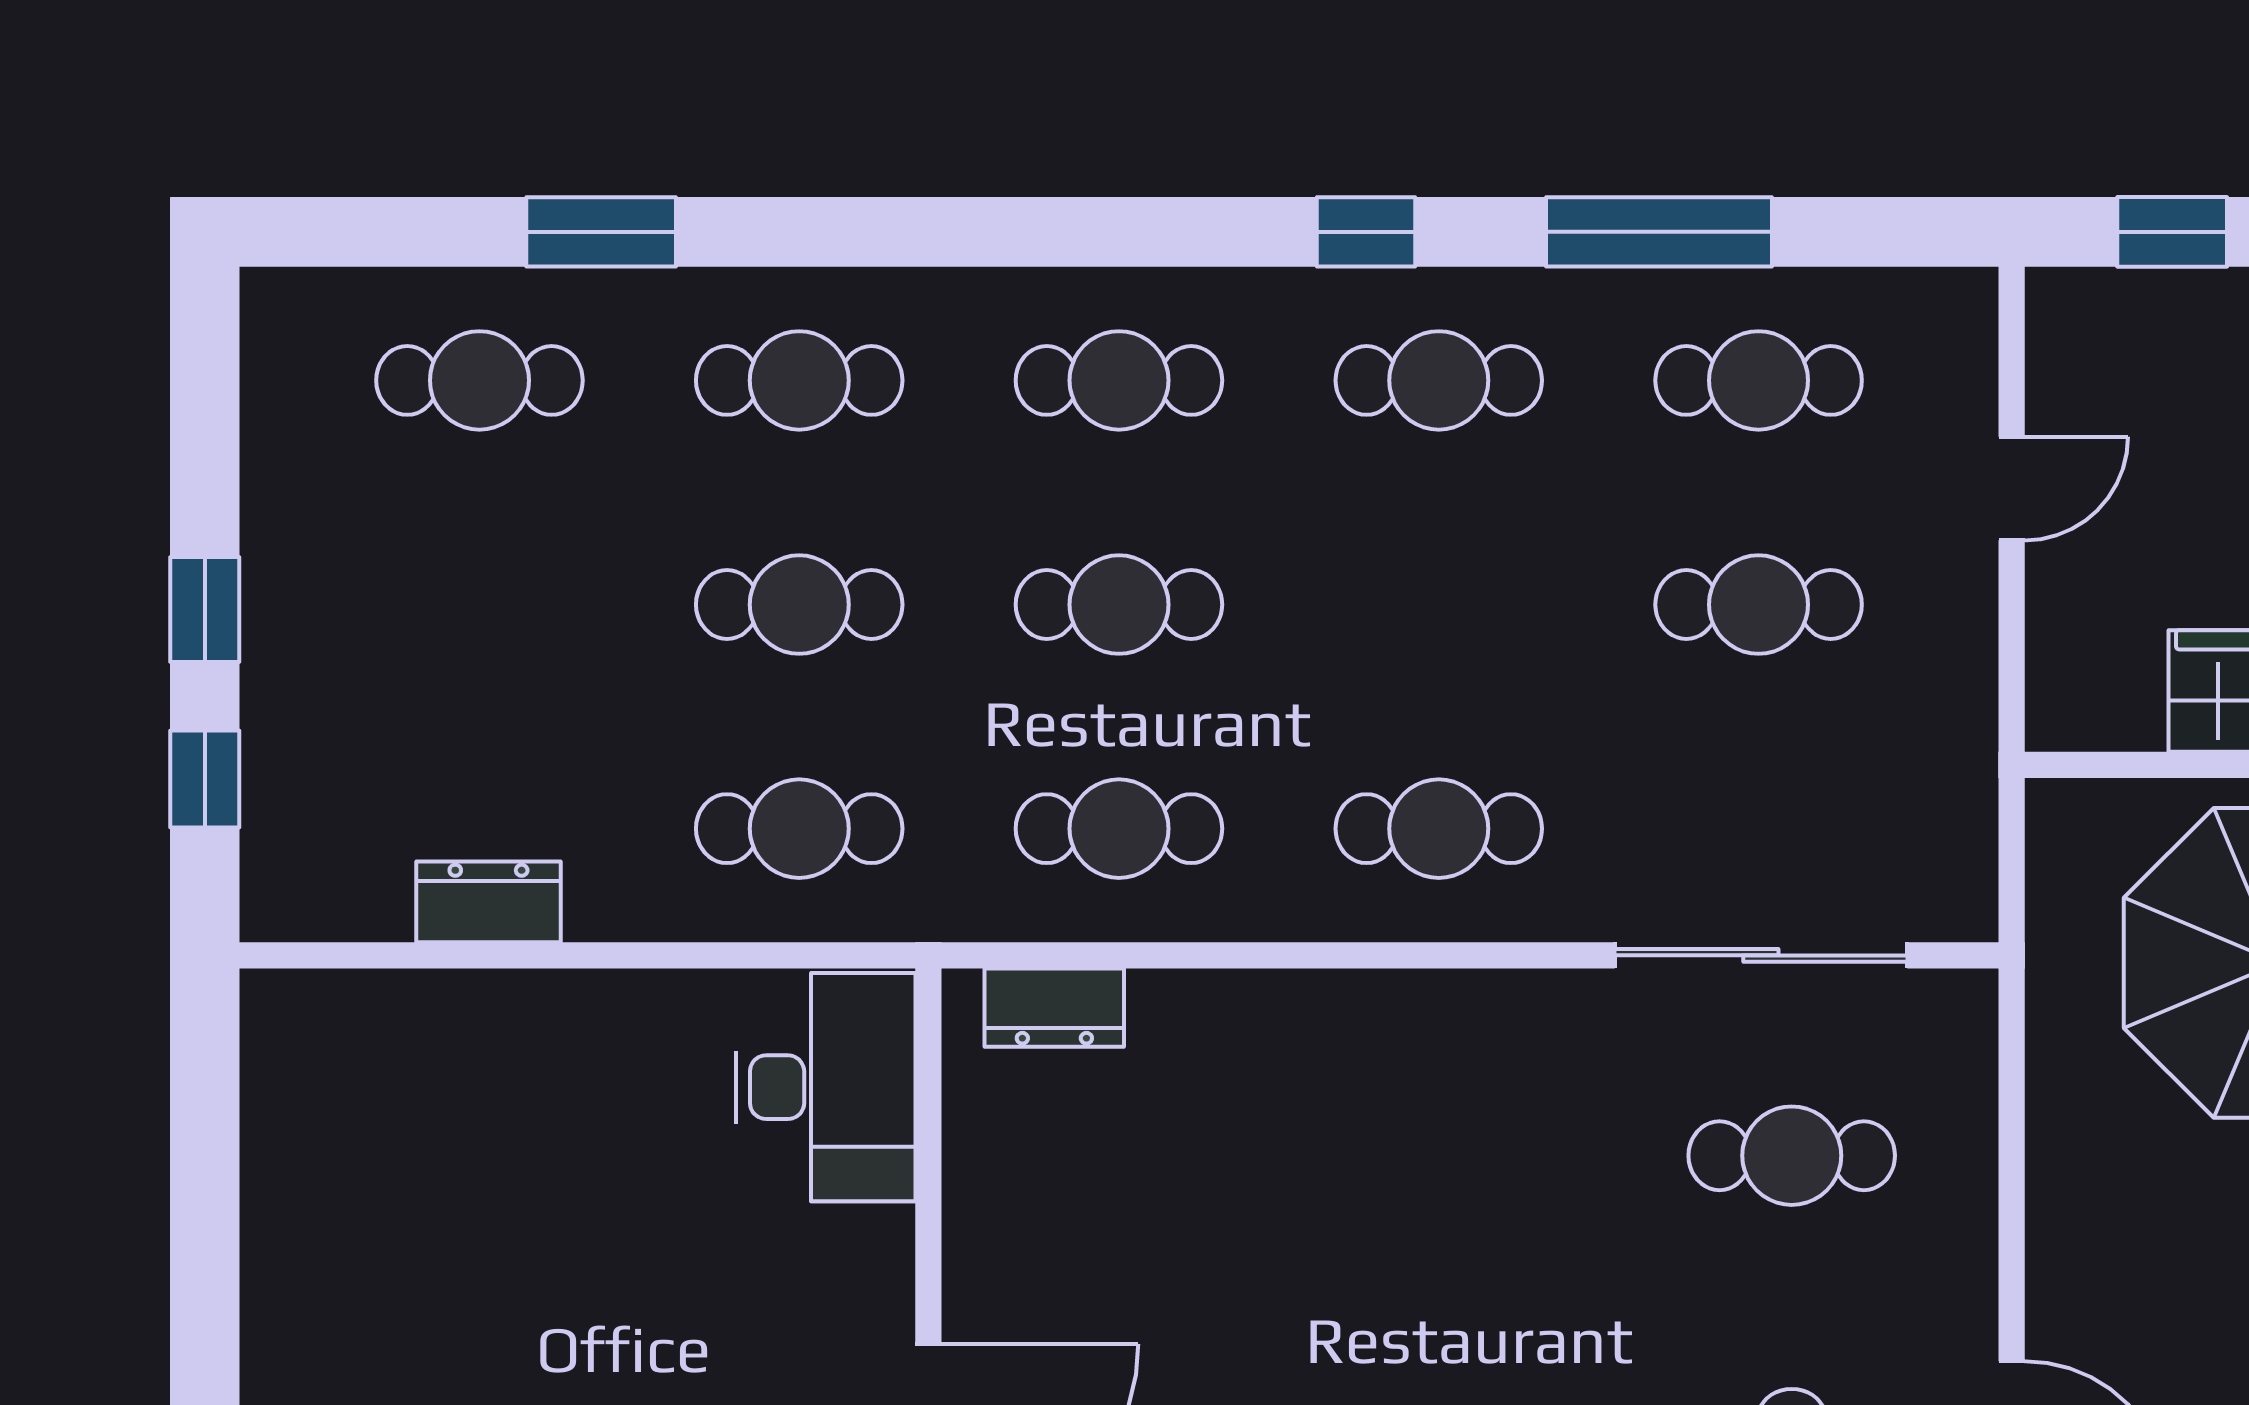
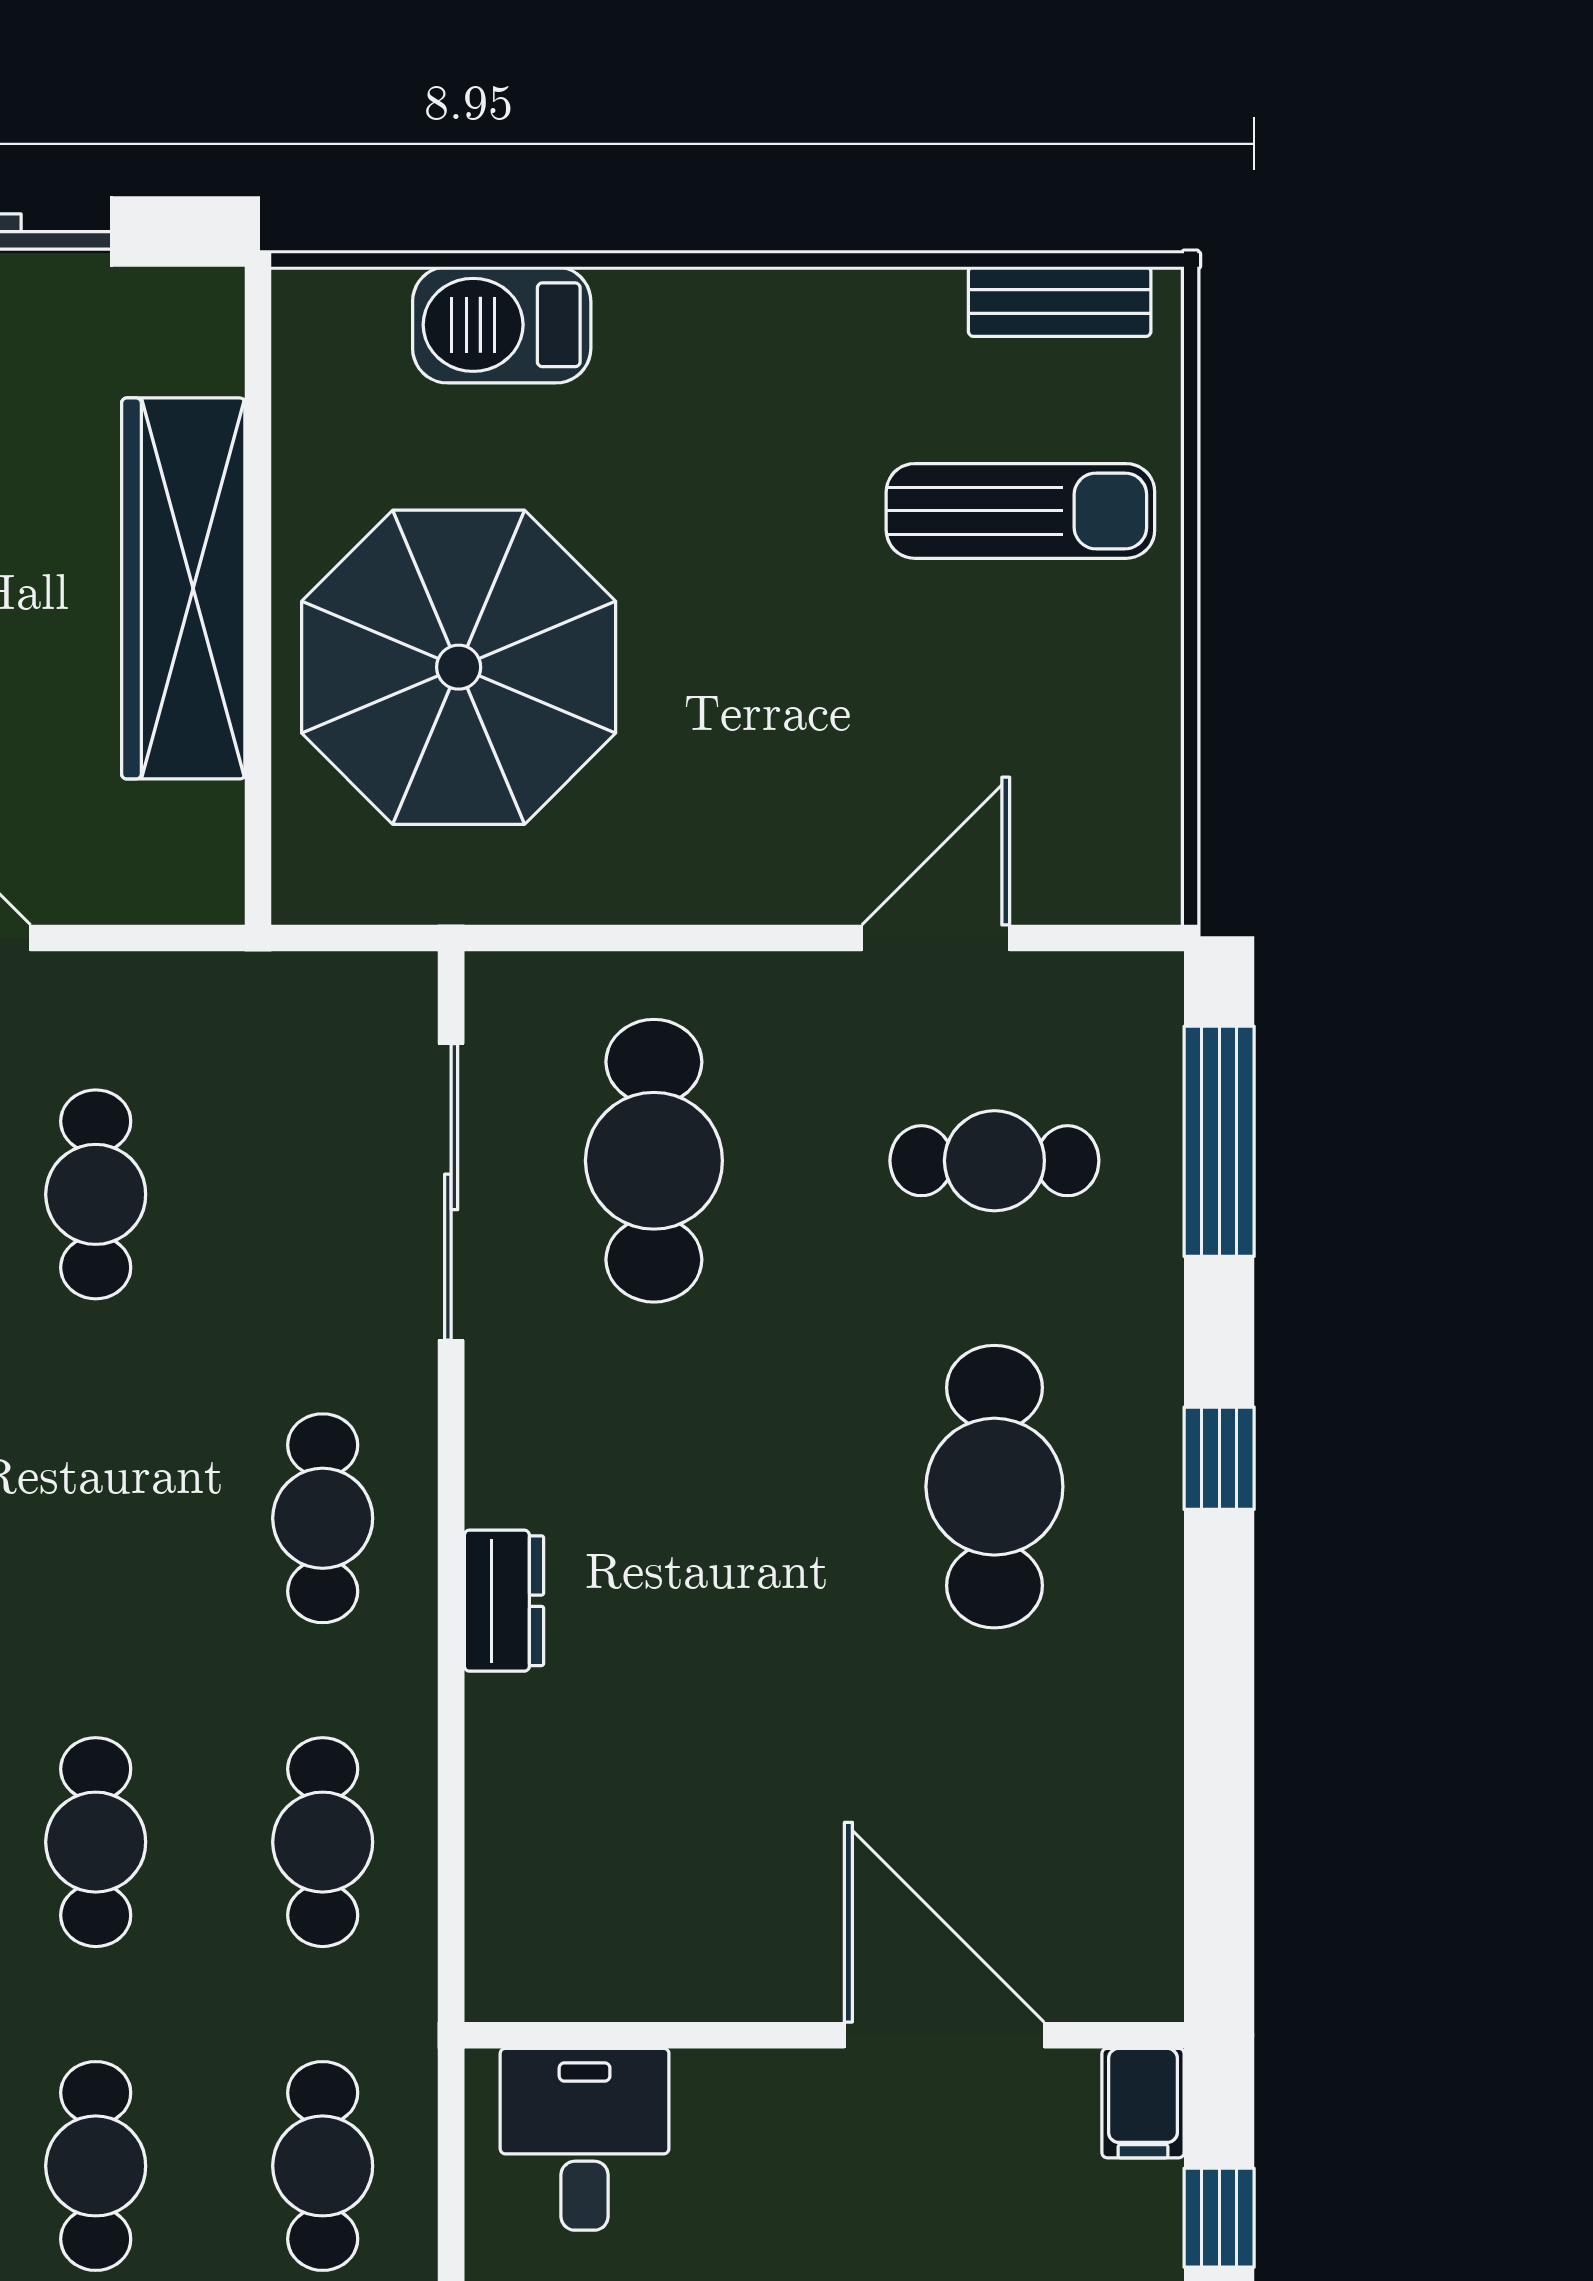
dresser: (1054, 1008) -> (504, 1601), moved
desk: (826, 1087) -> (585, 2139), width x0.73
cafe table: (1792, 1156) -> (654, 1161), width x1.37, depth x1.35

